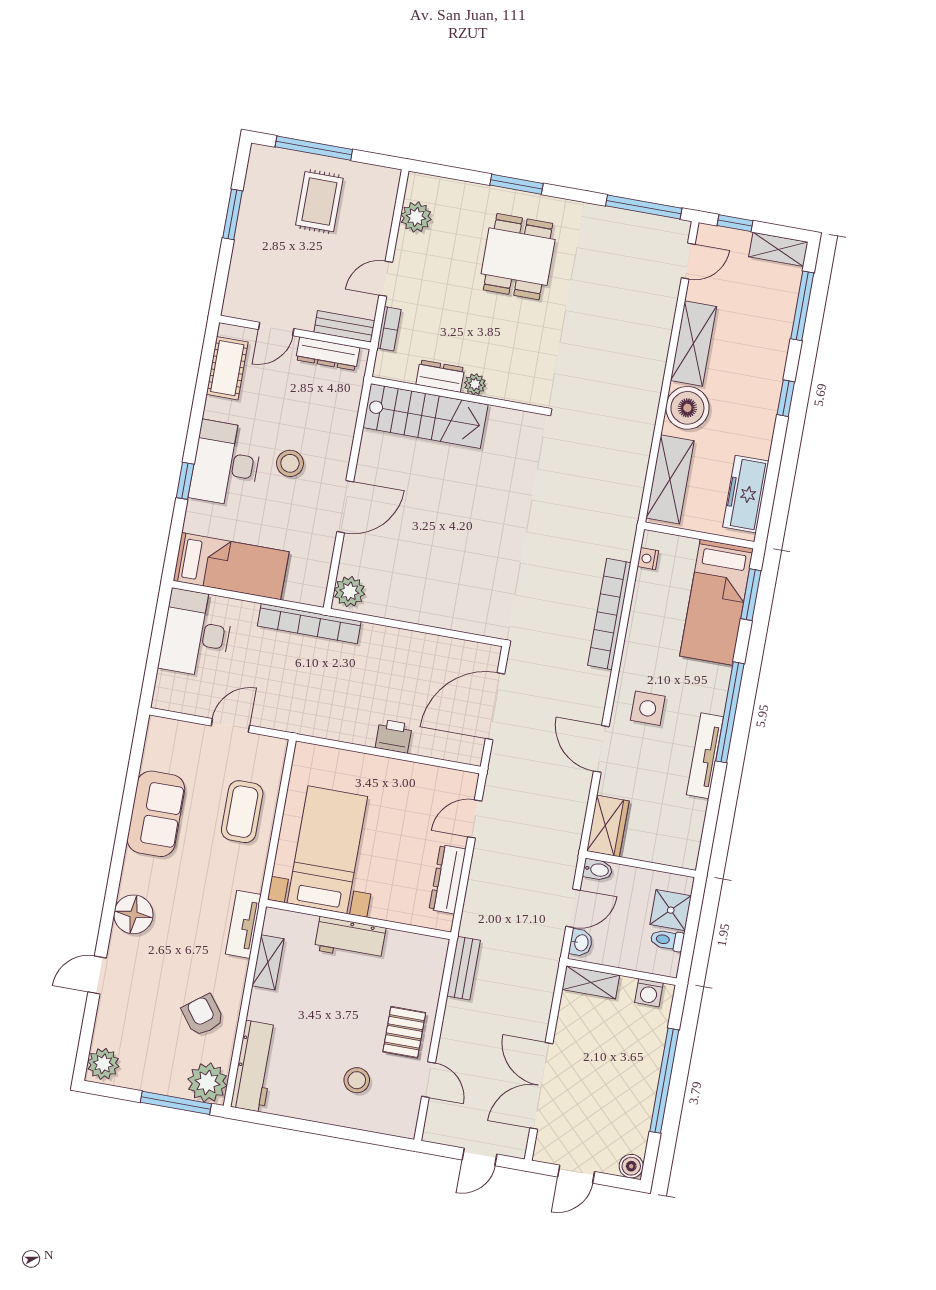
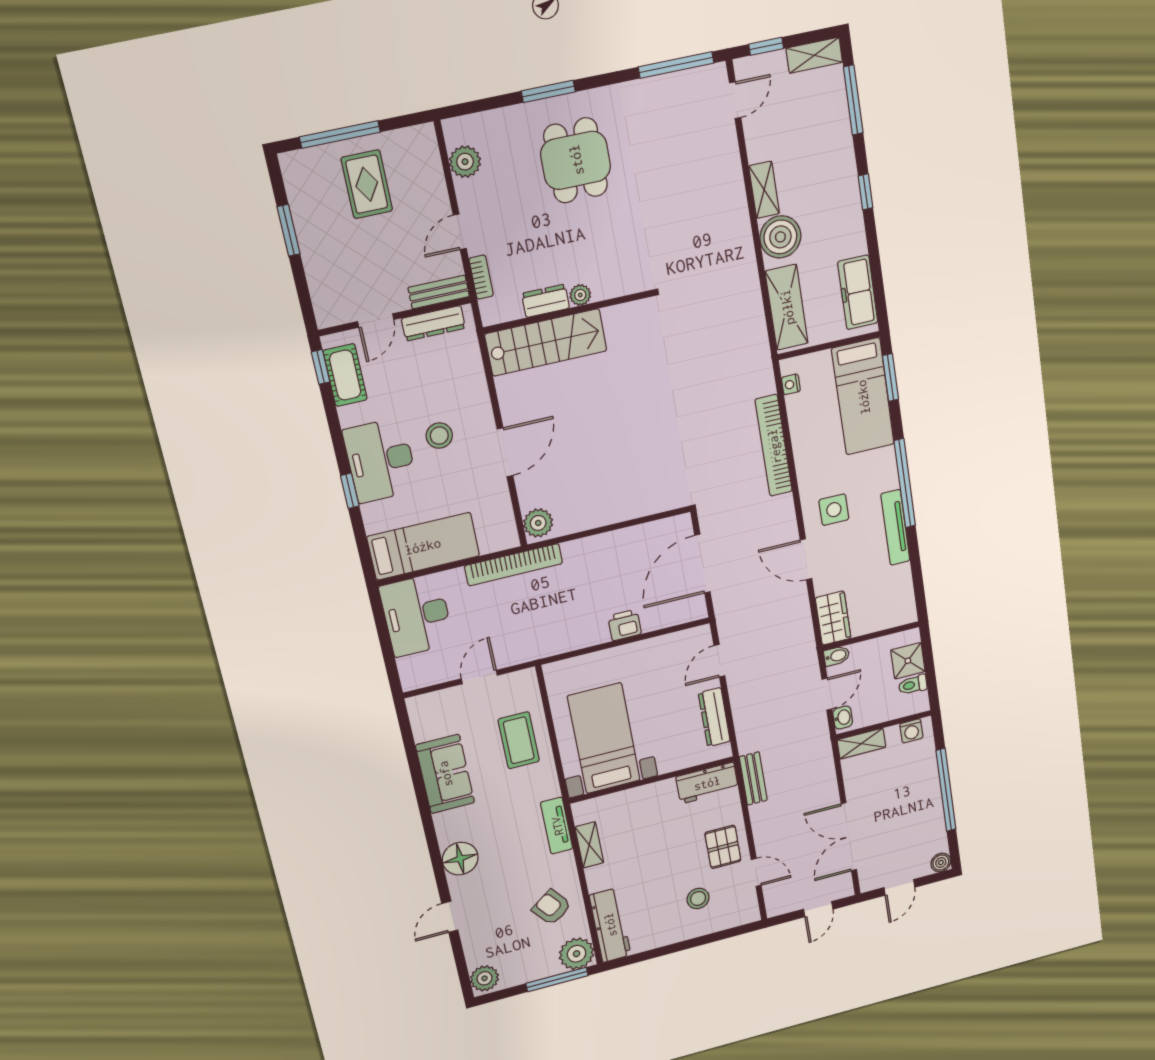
shelving: (694, 343) -> (764, 190), width x0.67, depth x0.75
window: (208, 351) -> (321, 367), added
workbench: (350, 939) -> (707, 783), moved

